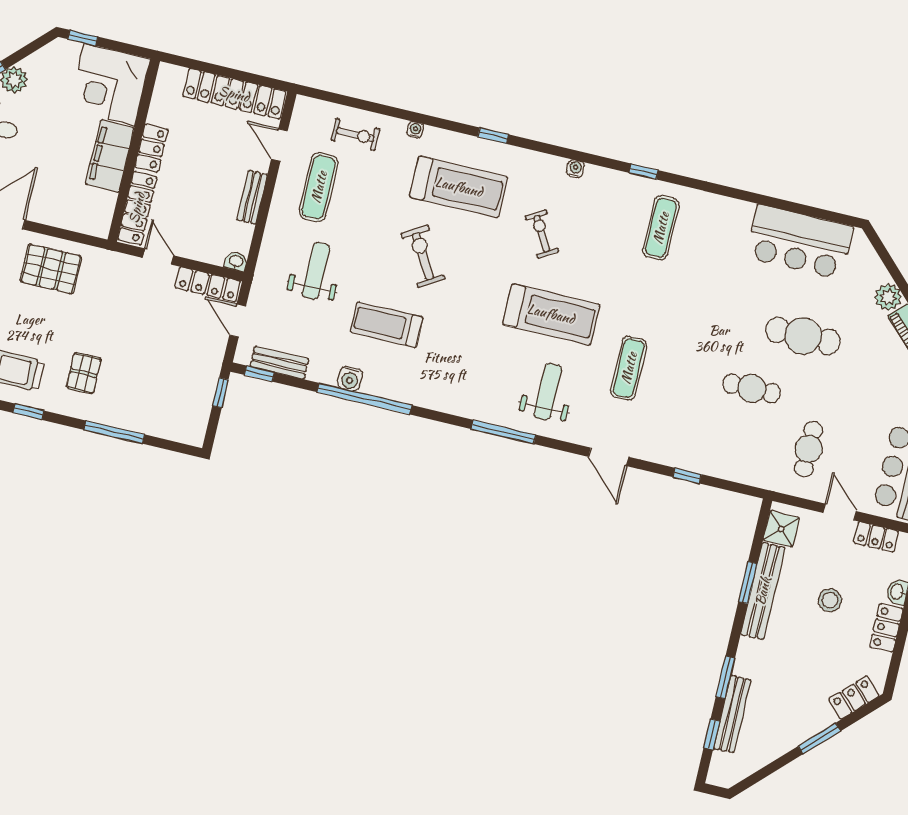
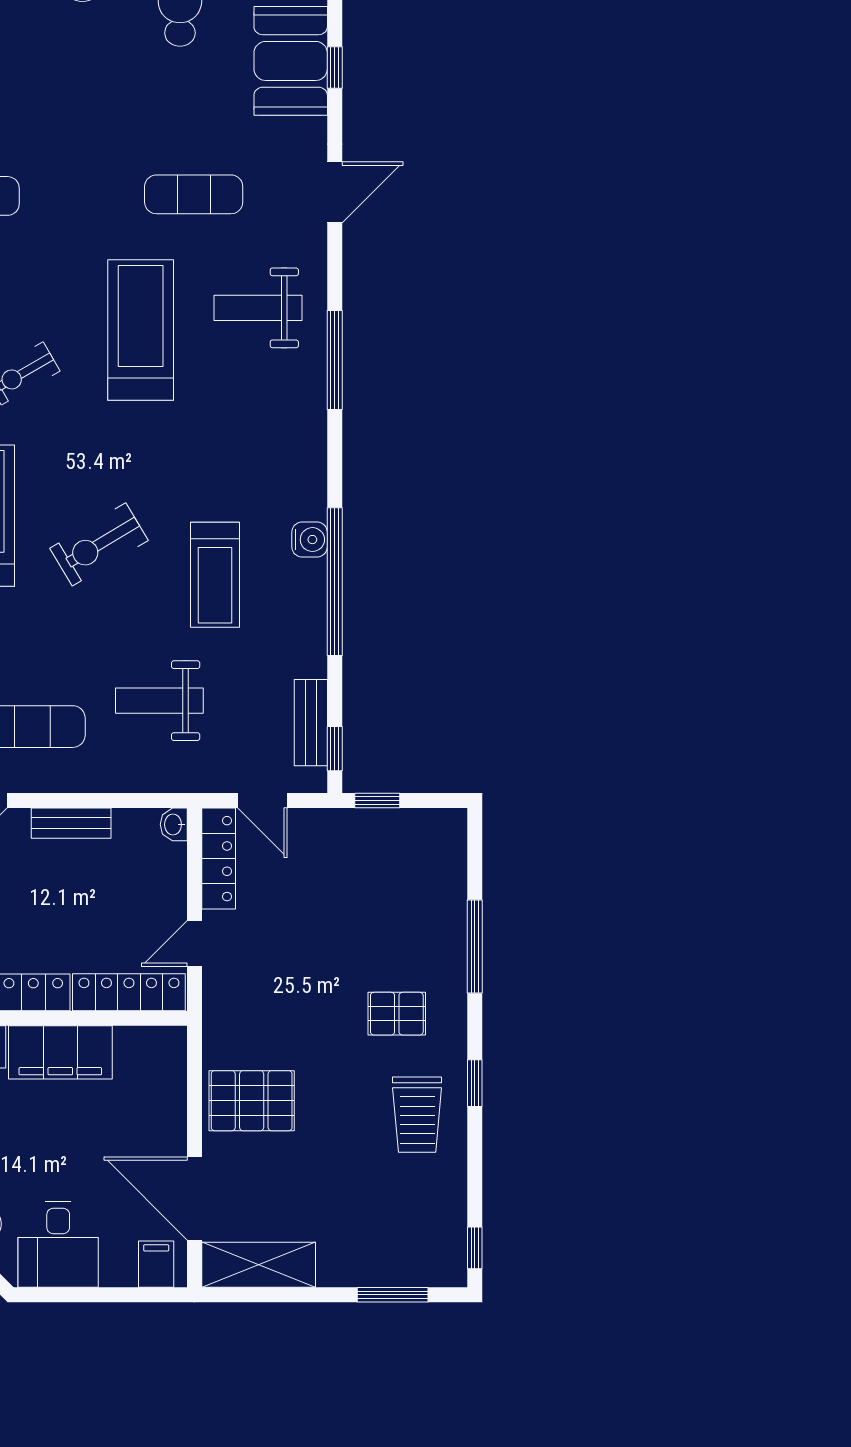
pallet: (51, 269) -> (252, 1101), turned 90
door: (238, 321) -> (262, 801), hinge flipped
water cooler: (350, 379) -> (310, 540), moved
booth: (698, 449) -> (291, 61), added

